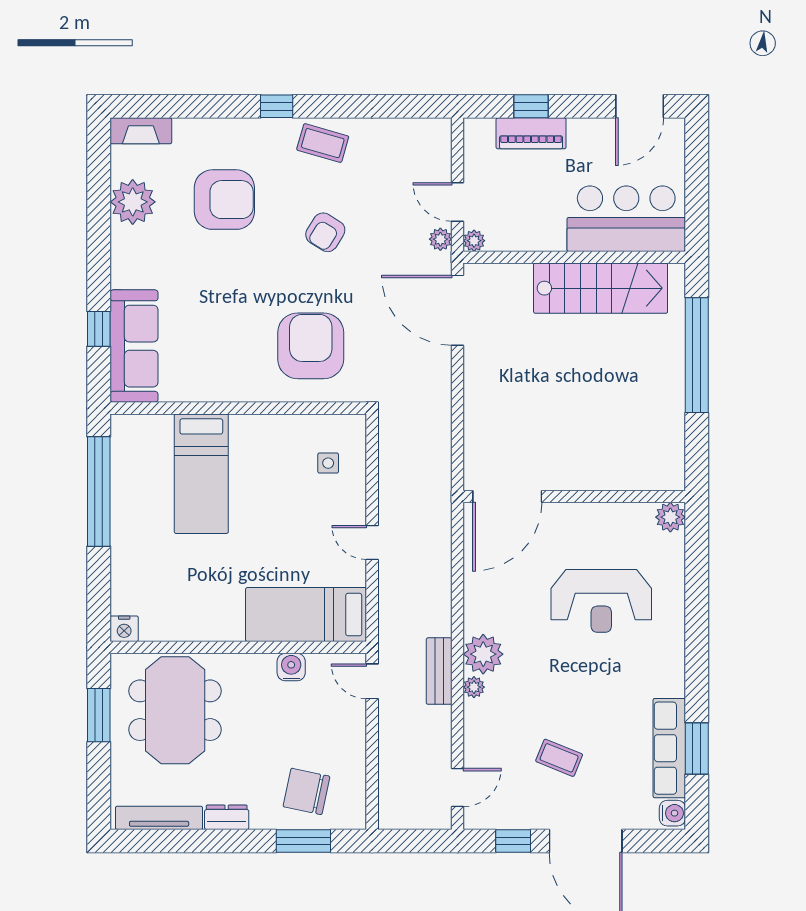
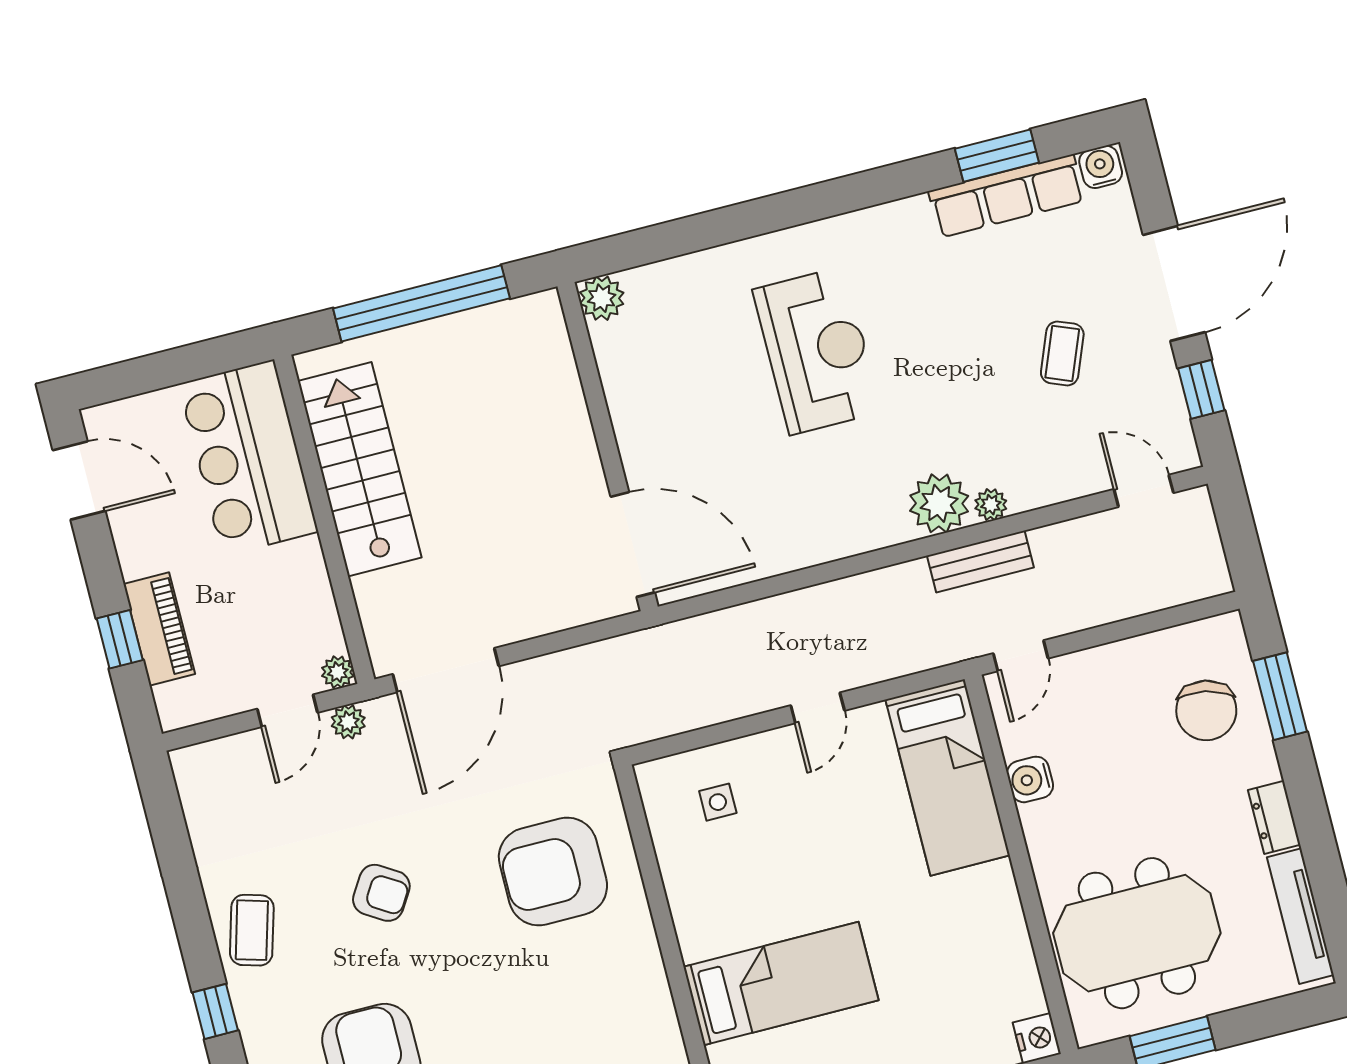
door: (507, 496) -> (633, 545), moved
wall: (574, 496) -> (608, 447), moved
plant: (670, 517) -> (602, 298), moved

